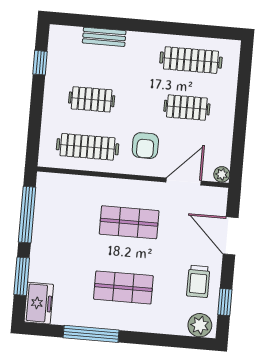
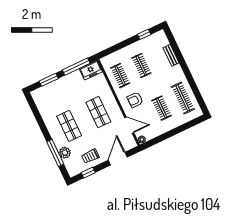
clothes rail: (88, 147) -> (120, 76), width x0.73
freezer: (39, 303) -> (91, 70), moved
plant: (200, 325) -> (65, 153), moved
window: (91, 334) -> (55, 153), moved

